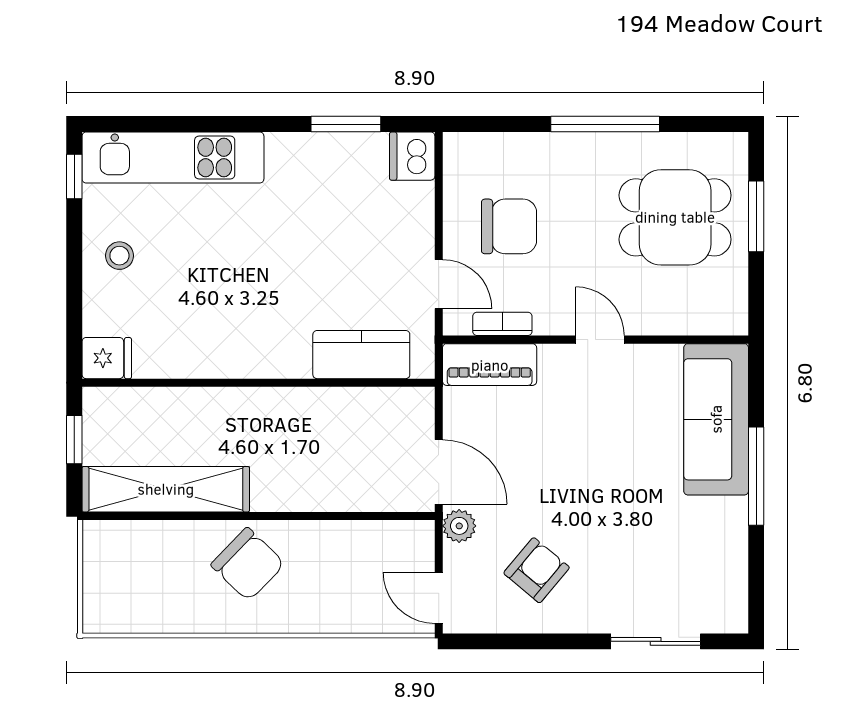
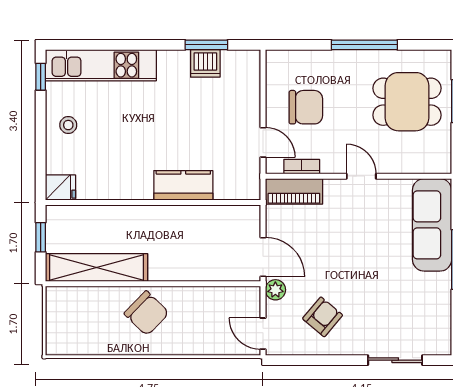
dishwasher: (412, 156) -> (205, 63), moved, turned -90
kitchen counter: (361, 355) -> (183, 185), moved

